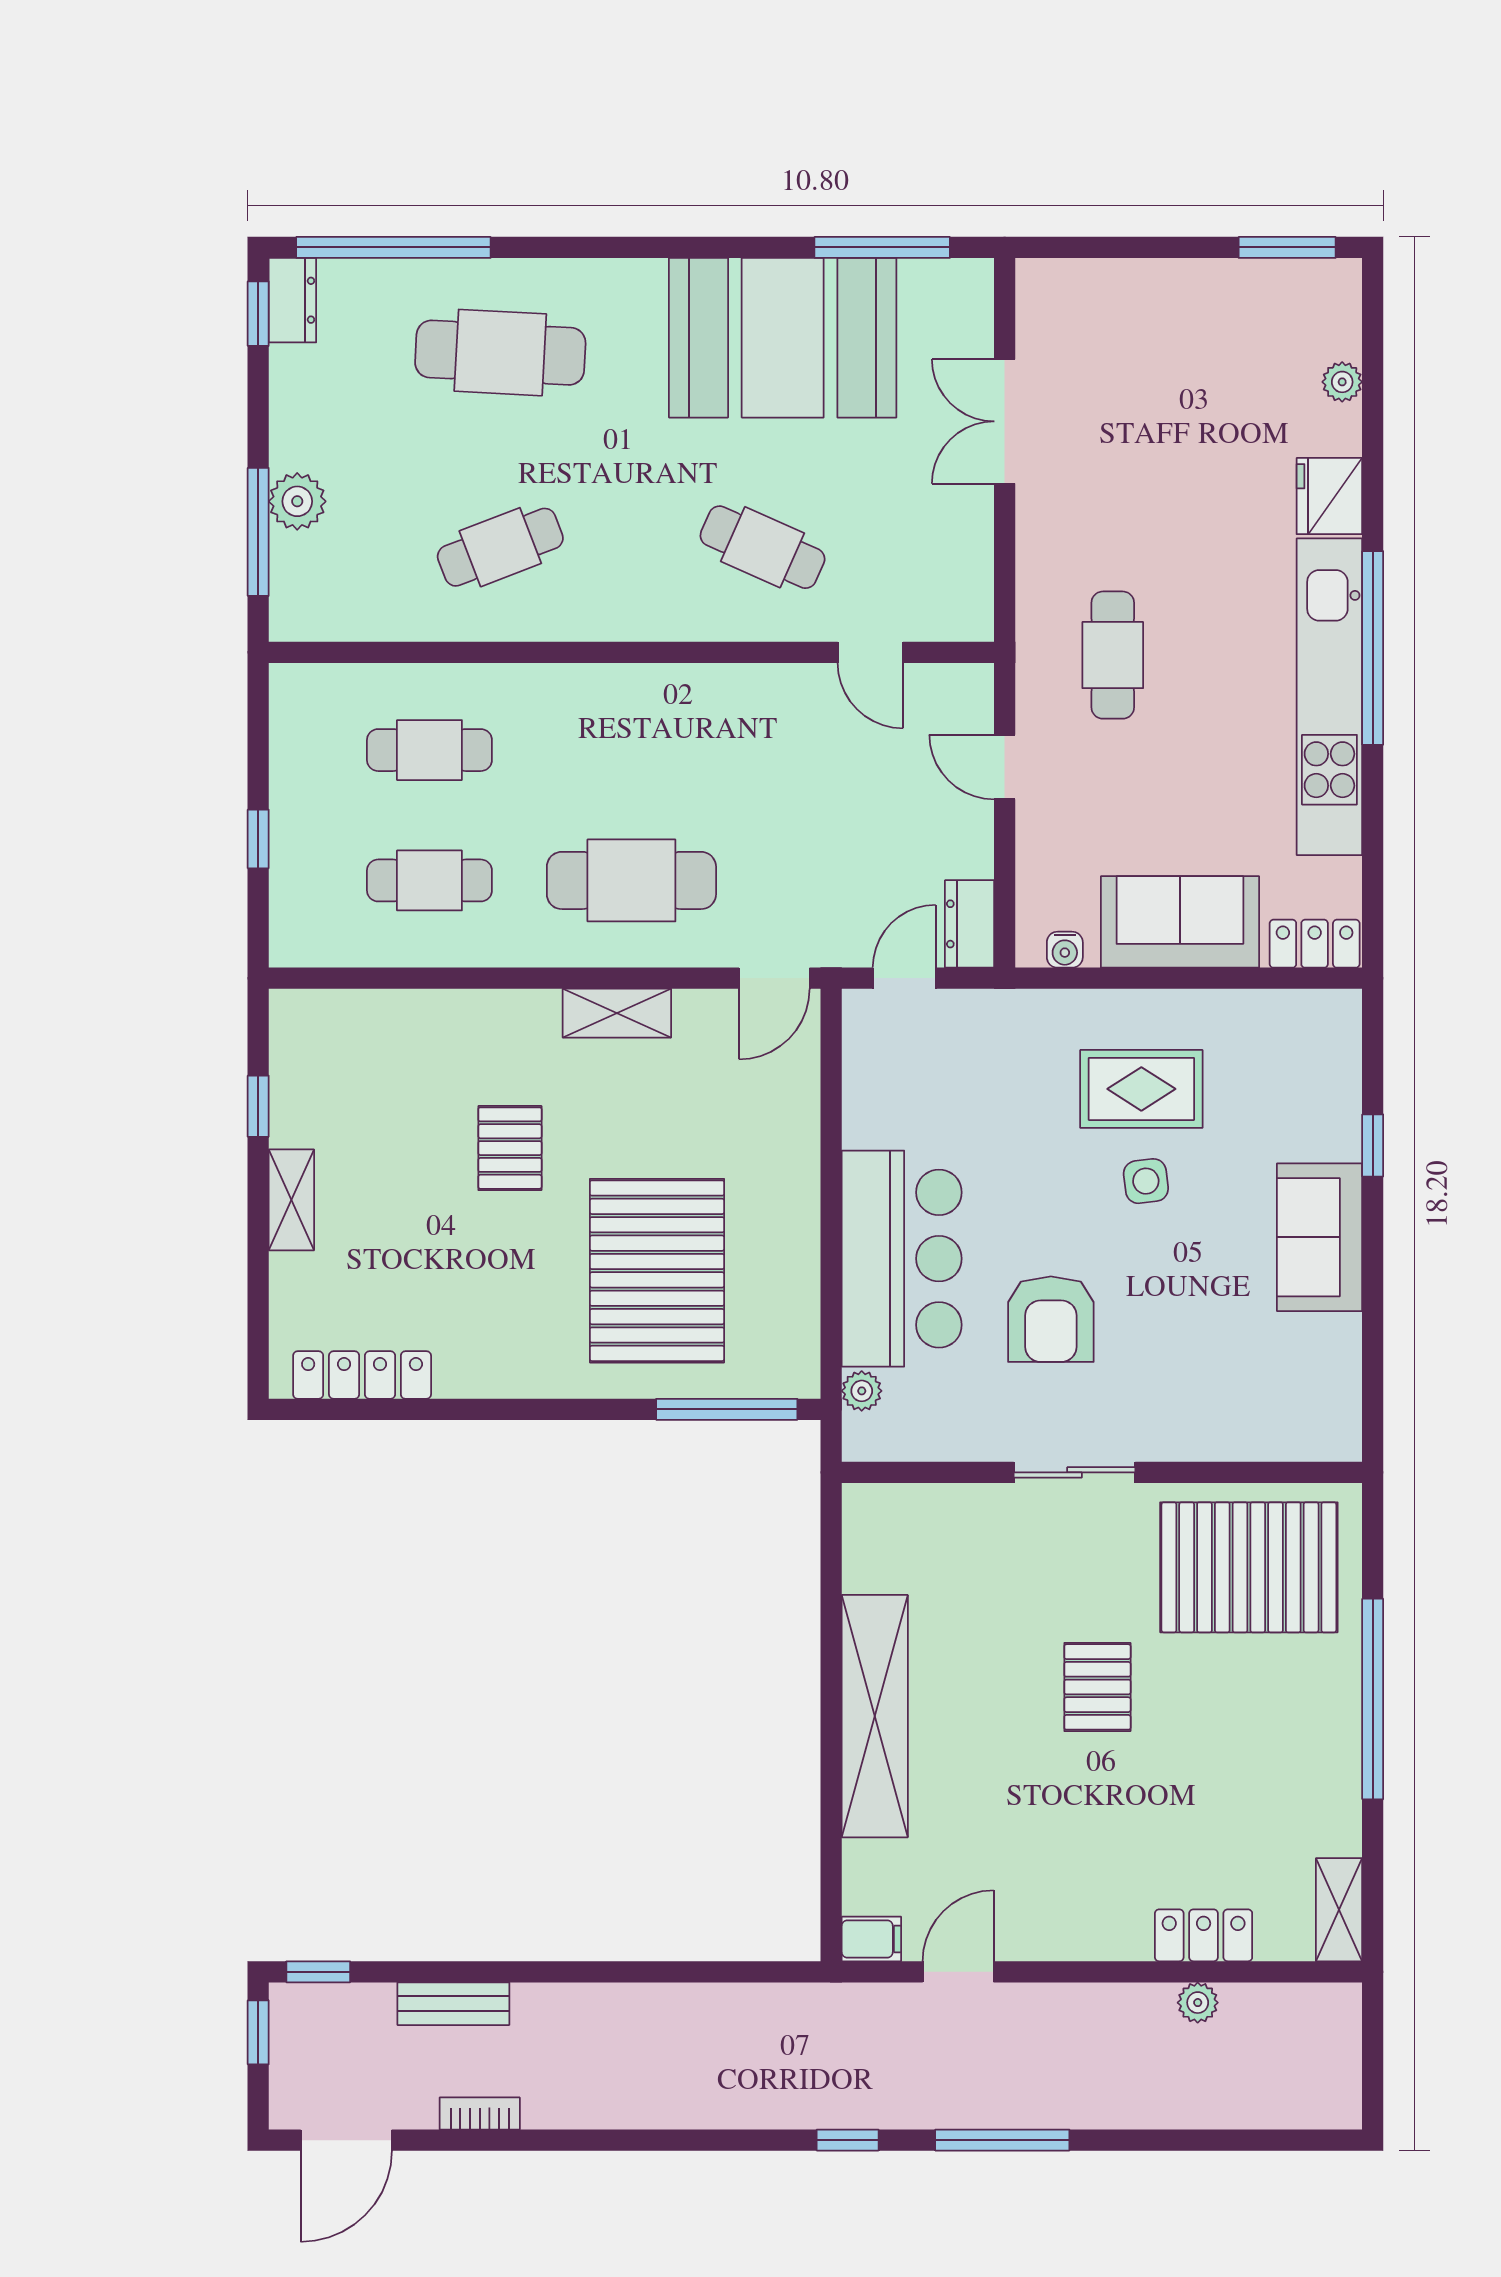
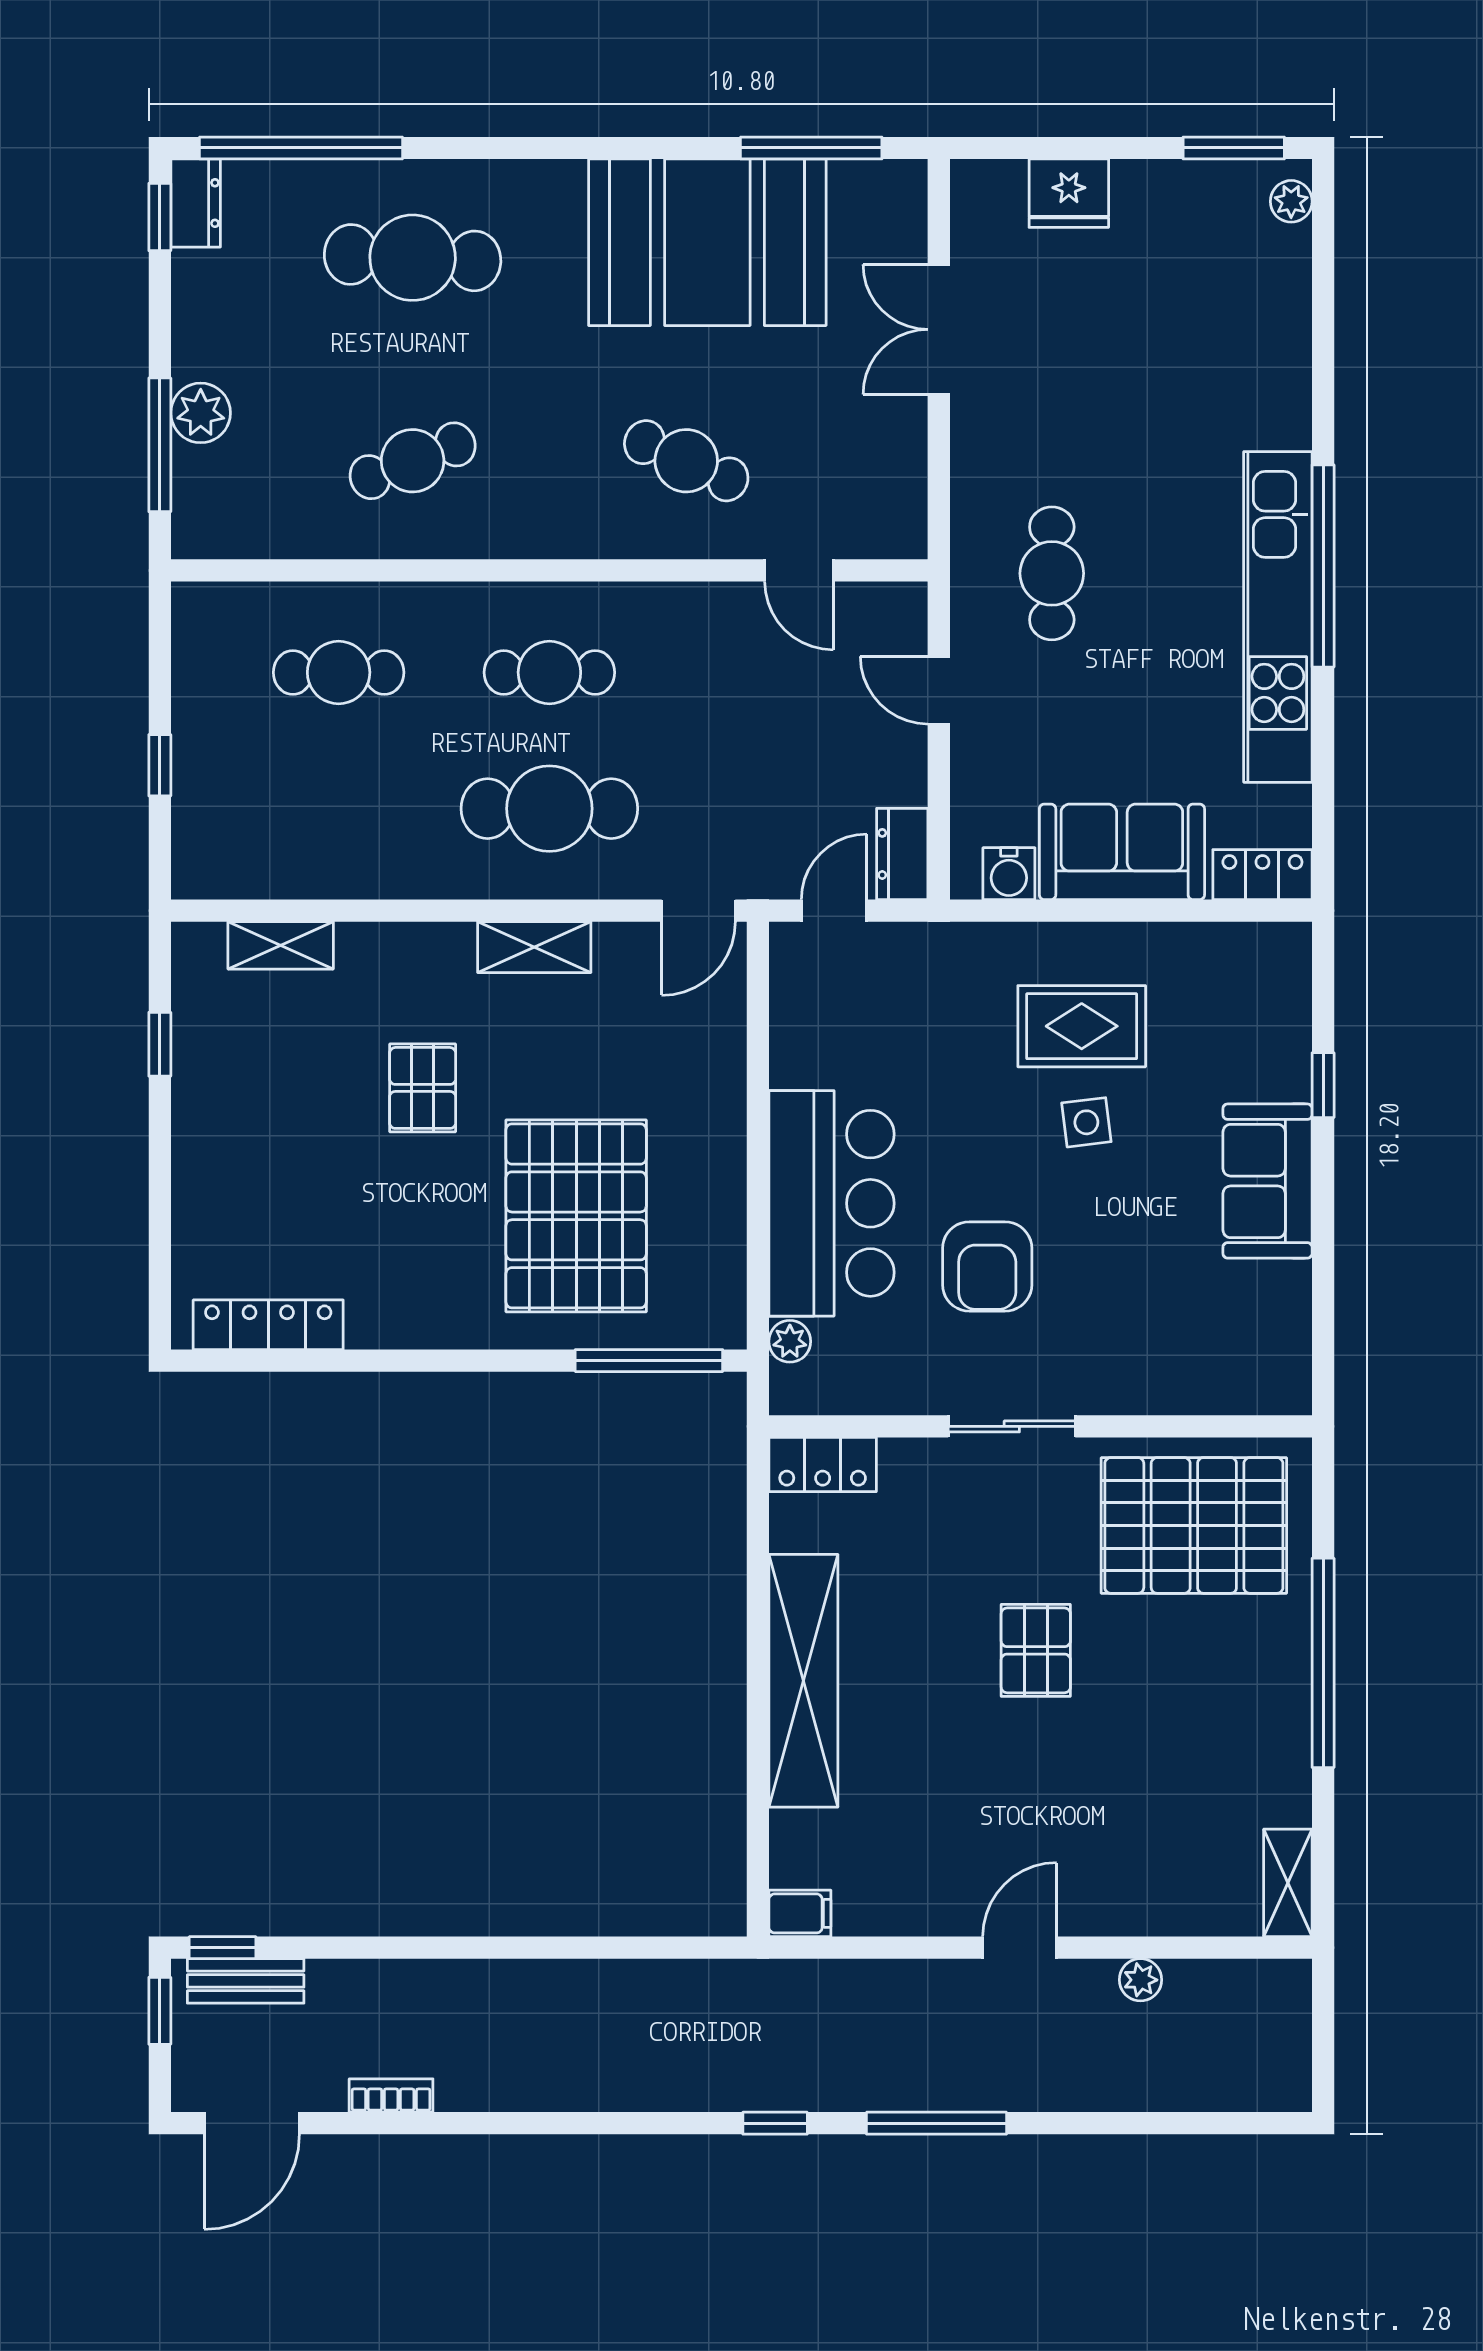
plant: (1342, 382) -> (1291, 201), moved
fridge: (1329, 496) -> (1069, 193), moved, turned -90
cafe table: (429, 880) -> (549, 672), moved
water cooler: (1065, 950) -> (1009, 874), width x1.38, depth x1.38
shelving: (291, 1200) -> (281, 945), moved, turned 90
locker: (1204, 1935) -> (823, 1465), moved, turned 180
door: (958, 1972) -> (1020, 1948), moved
bench: (453, 2004) -> (246, 1981), moved

